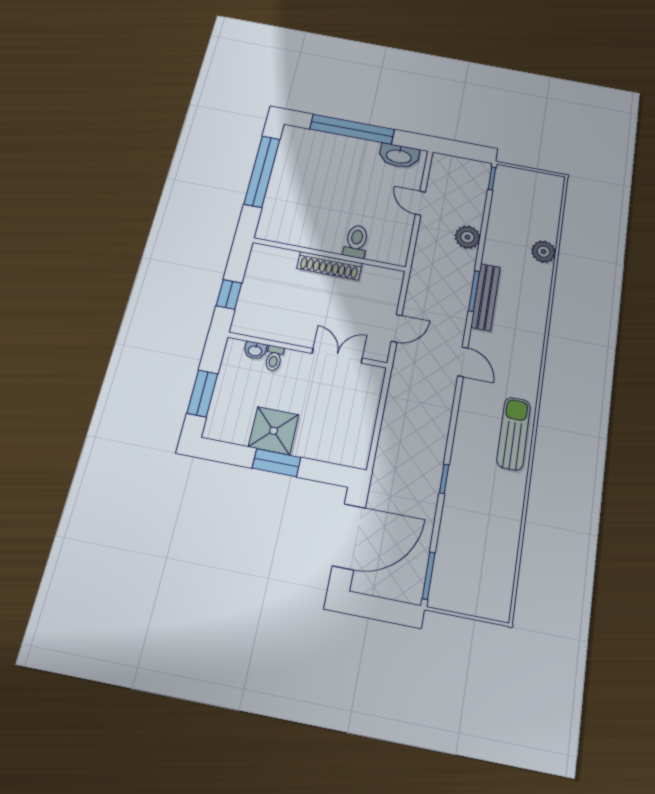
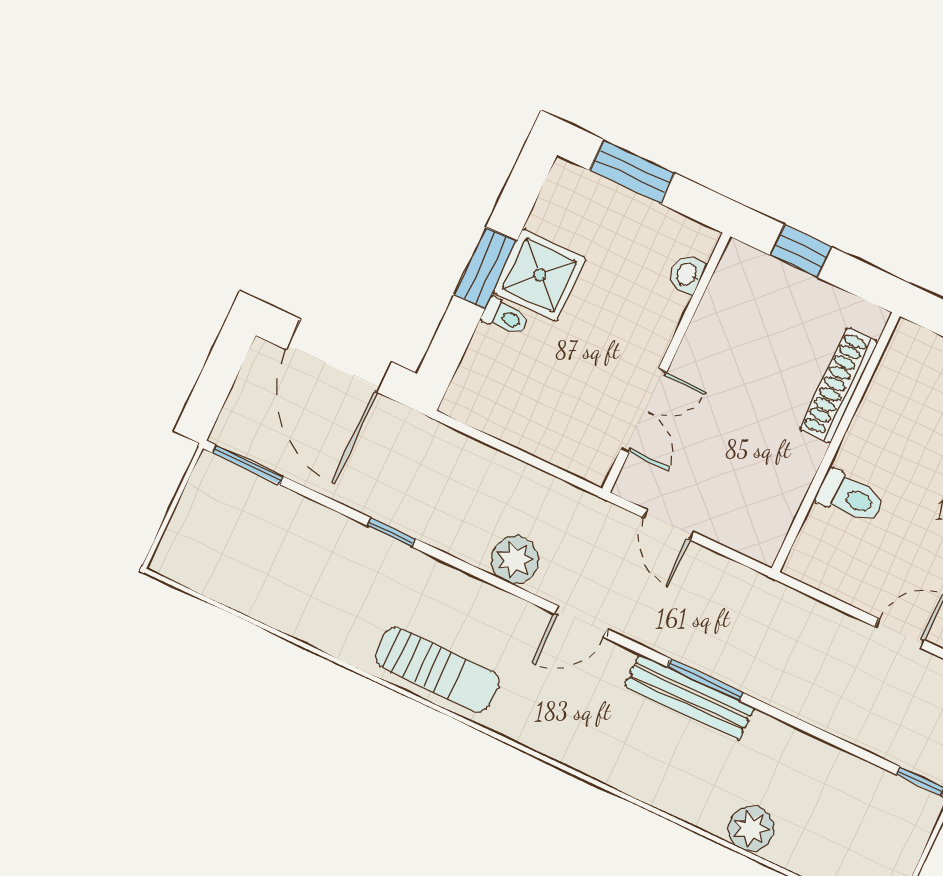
plant: (467, 237) -> (515, 560), moved
shoe rack: (329, 266) -> (839, 385), moved
toilet: (274, 358) -> (505, 317), moved, turned 180

